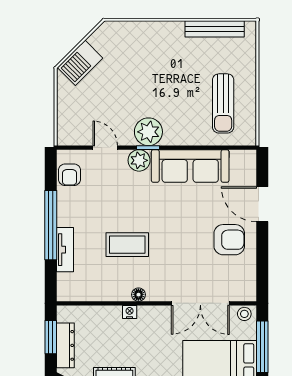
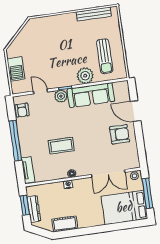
barbecue: (80, 63) -> (16, 69), moved, turned -45
plant: (148, 132) -> (85, 76), moved
tv unit: (65, 250) -> (28, 170), moved

